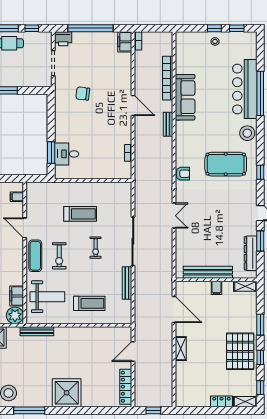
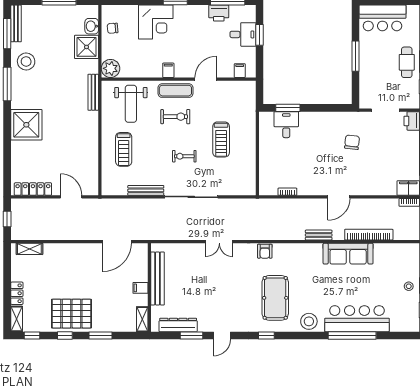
exercise bike: (59, 256) -> (175, 117), turned 180
filing cabinet: (17, 296) -> (168, 70), moved, width x0.50
shelving: (181, 349) -> (29, 249), moved

